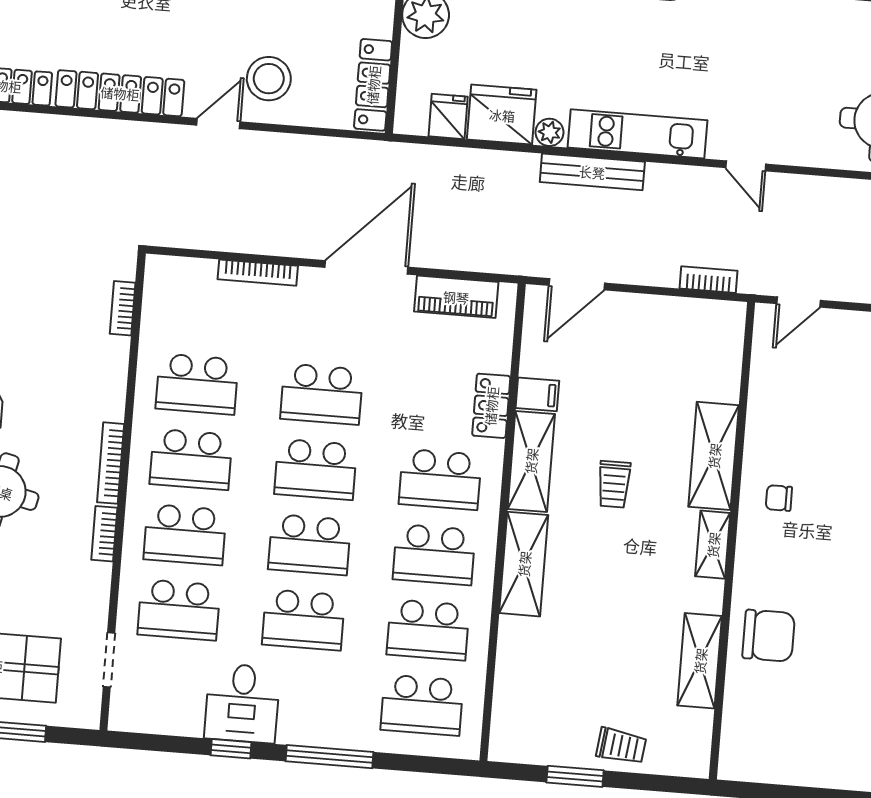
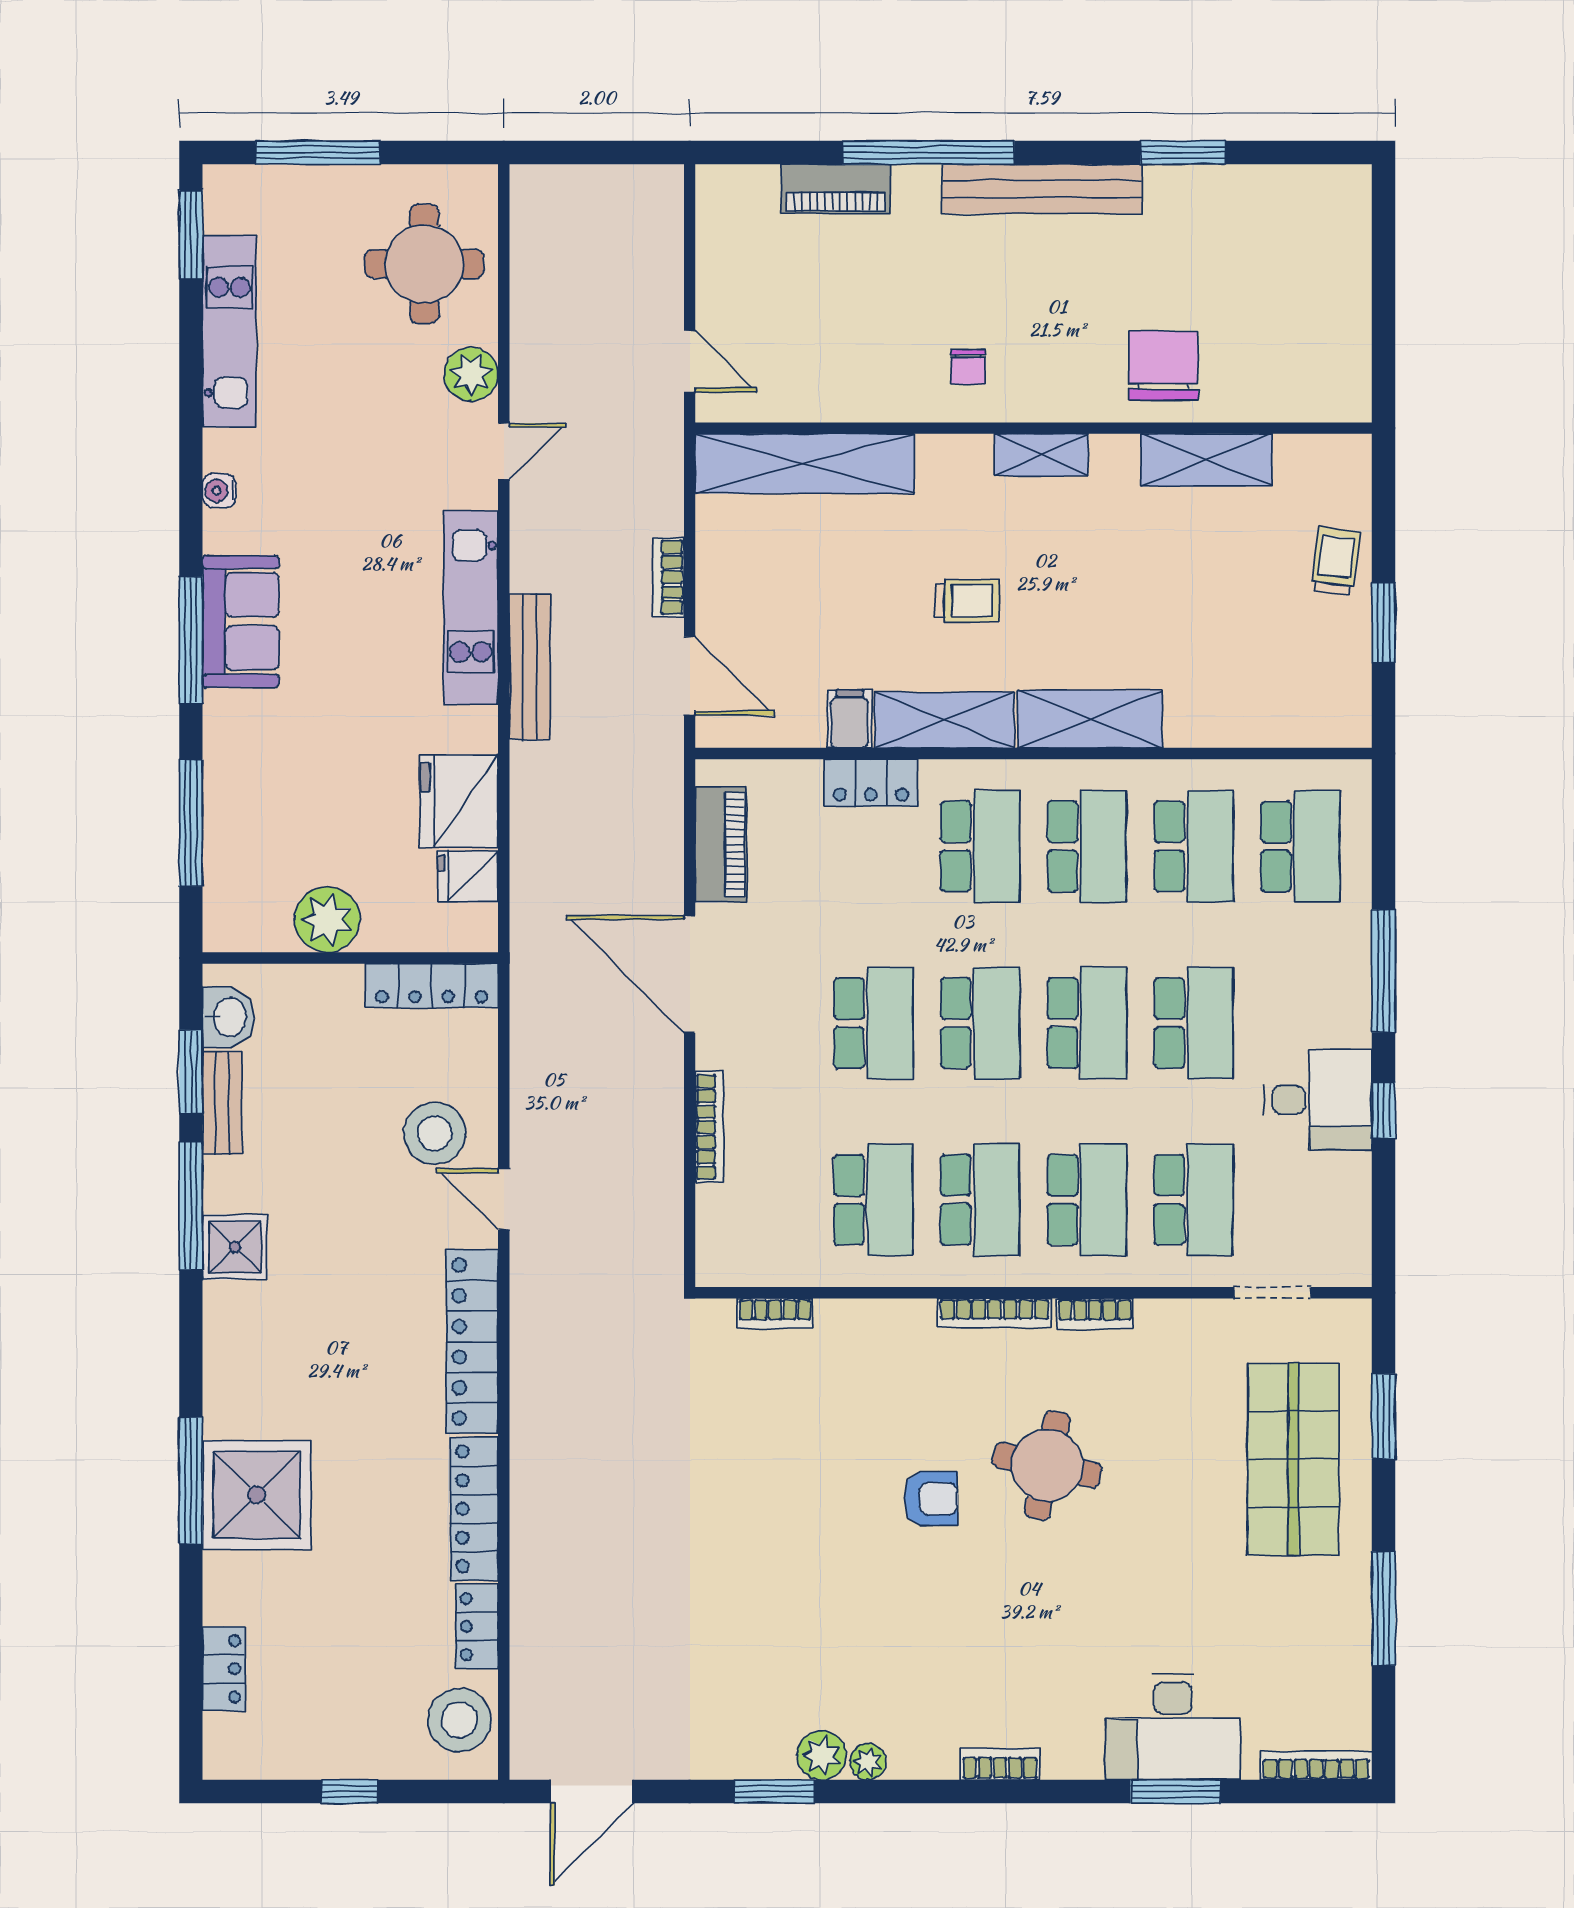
plant: (549, 132) -> (471, 374), moved, width x1.38, depth x1.38
bookcase: (709, 280) -> (668, 577), moved
shelving: (714, 456) -> (805, 464), moved, width x1.47

